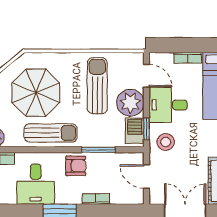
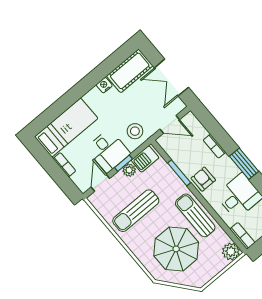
plant: (130, 103) -> (129, 170), width x0.53, depth x0.53
window: (147, 129) -> (123, 163), moved
door: (147, 176) -> (170, 124), hinge flipped

